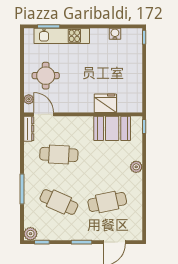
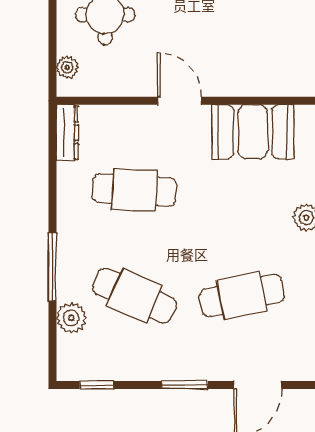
fridge: (105, 103) -> (238, 76), removed
door: (44, 114) -> (180, 101), moved
plant: (30, 234) -> (71, 318), moved

